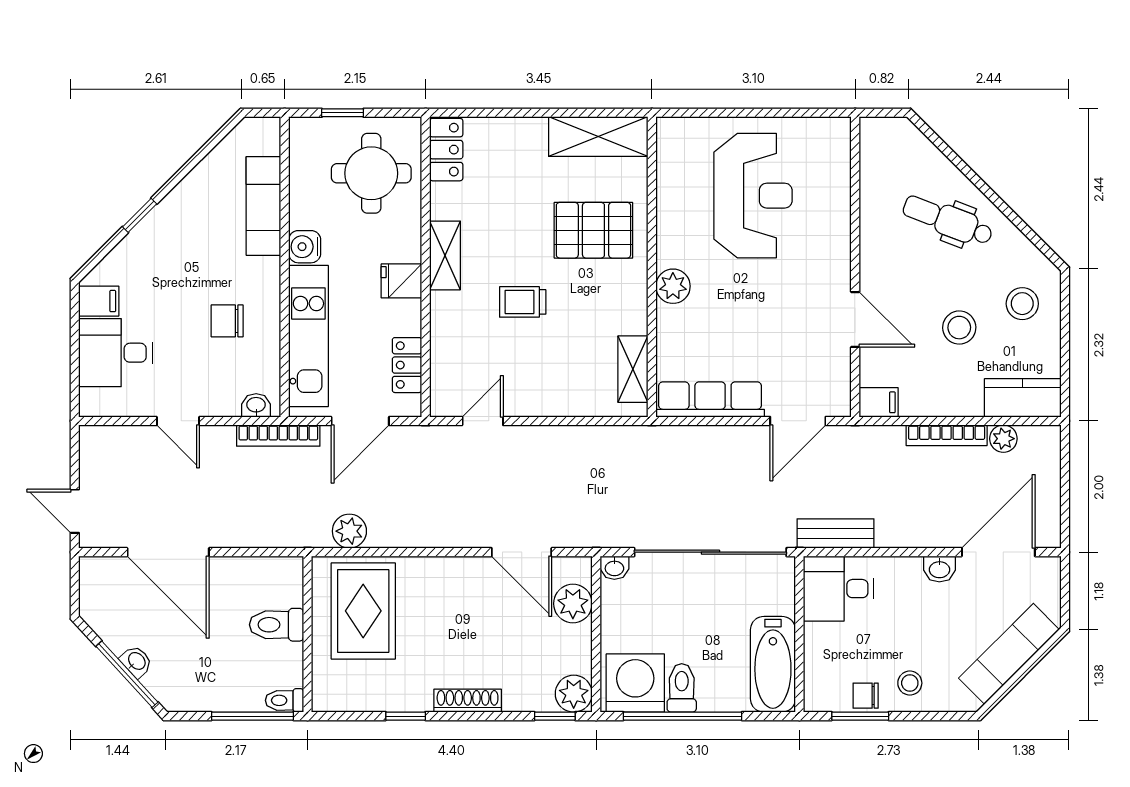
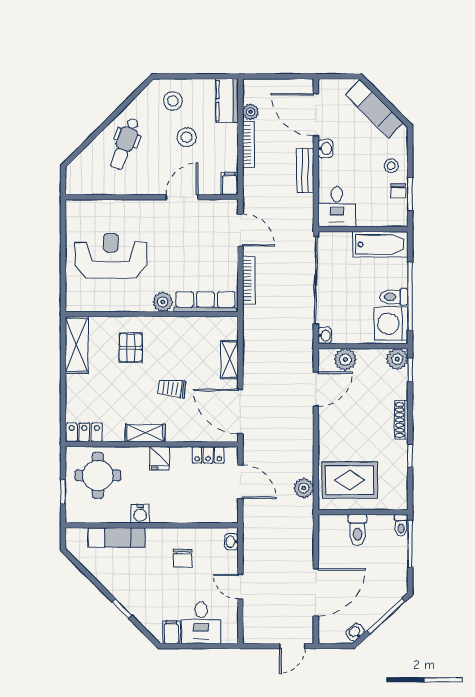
pallet: (593, 230) -> (131, 348), width x0.67, depth x0.71
trolley: (523, 302) -> (172, 388), turned 97
kitchen unit: (308, 336) -> (191, 512), removed
shelving: (633, 369) -> (229, 360), moved, turned 90
row of seats: (710, 399) -> (205, 302), moved, turned 90
door: (178, 421) -> (240, 587), swing flipped
door: (483, 421) -> (240, 411), width x1.87
bookcase: (278, 436) -> (249, 280), moved
bench: (836, 534) -> (305, 170), moved
washbasin: (136, 661) -> (355, 632), moved

